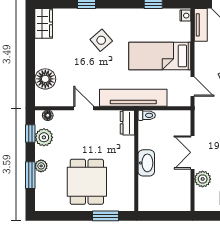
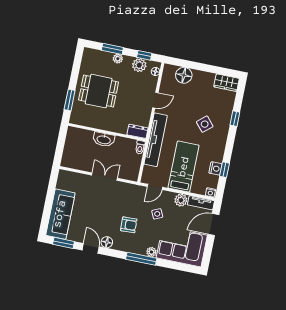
nightstand: (154, 15) -> (215, 168), added
plant: (203, 179) -> (181, 200), moved

